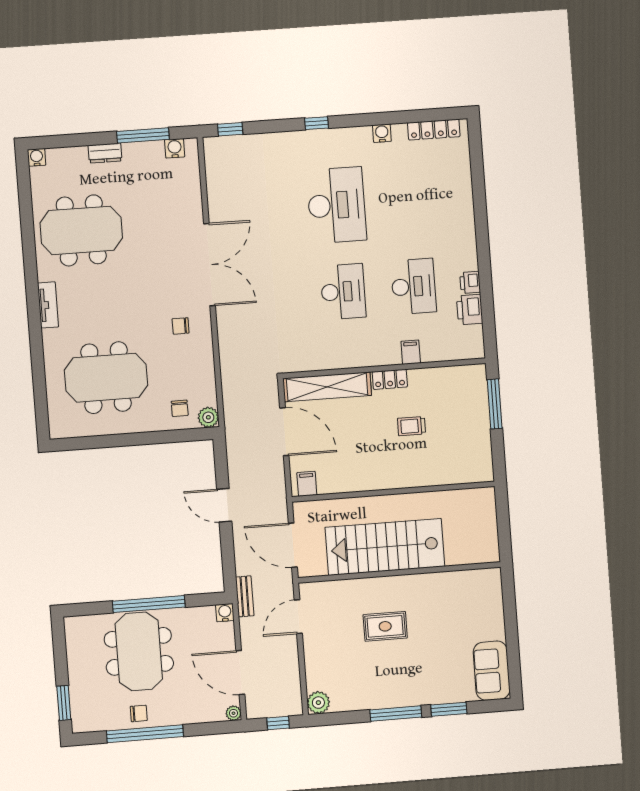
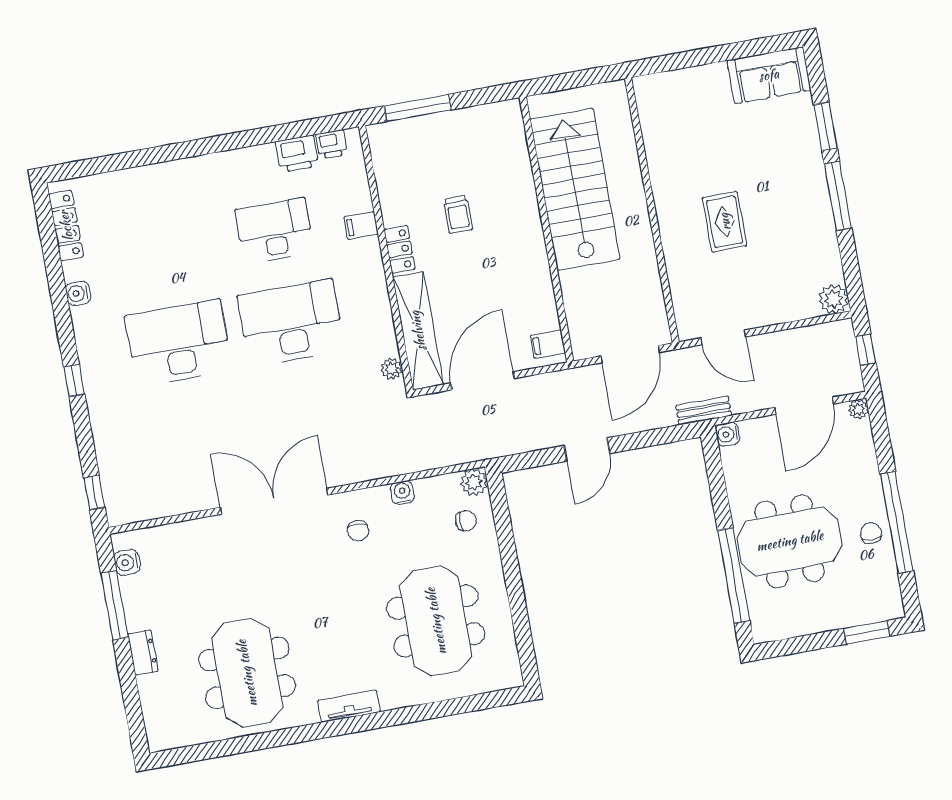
water cooler: (37, 157) -> (402, 493), moved, turned 90
printer: (470, 282) -> (331, 144), moved
desk: (343, 292) -> (291, 323), width x1.36, depth x1.30
plant: (300, 364) -> (392, 369), added
stairs: (385, 547) -> (575, 189), moved, turned 180
window: (149, 604) -> (734, 576), moved

